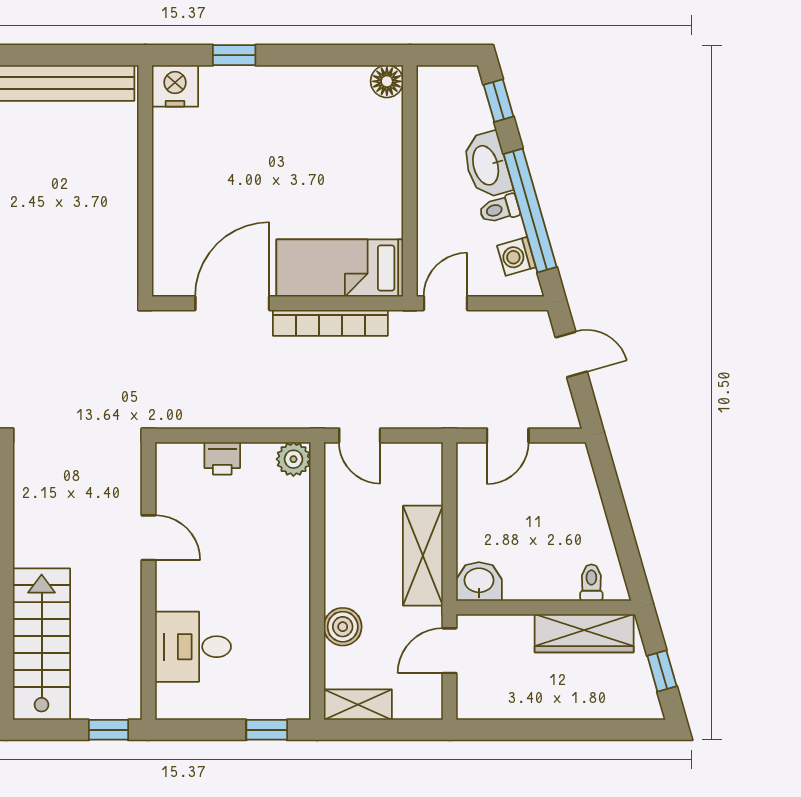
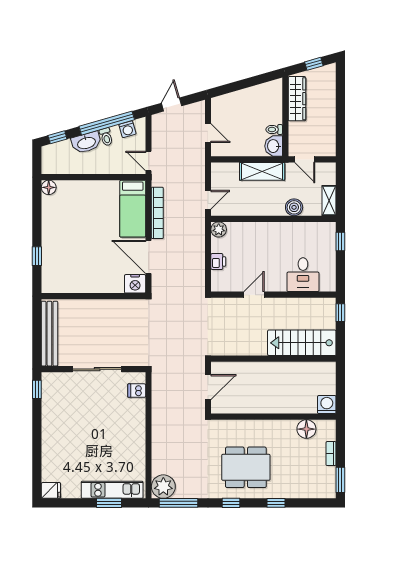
nightstand: (175, 86) -> (135, 284), moved, turned -90
toilet: (591, 583) -> (274, 130), moved

